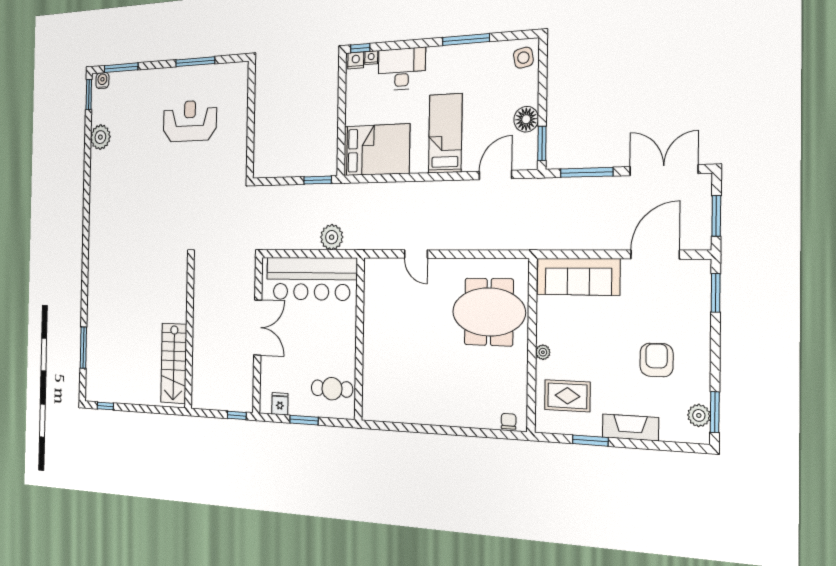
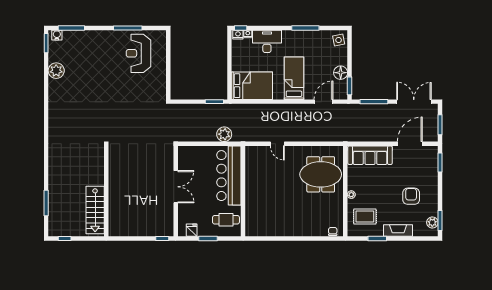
reception desk: (190, 121) -> (138, 53), moved, turned -90
bar counter: (311, 279) -> (229, 176), moved, turned 90
wall: (189, 333) -> (106, 191), moved
stairs: (174, 363) -> (95, 210), moved

